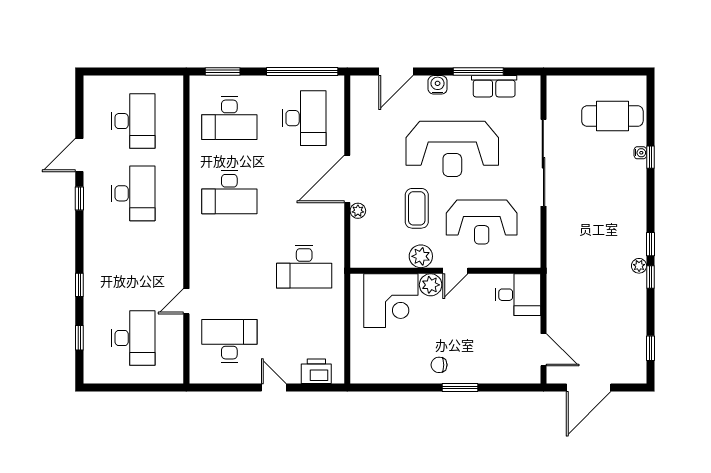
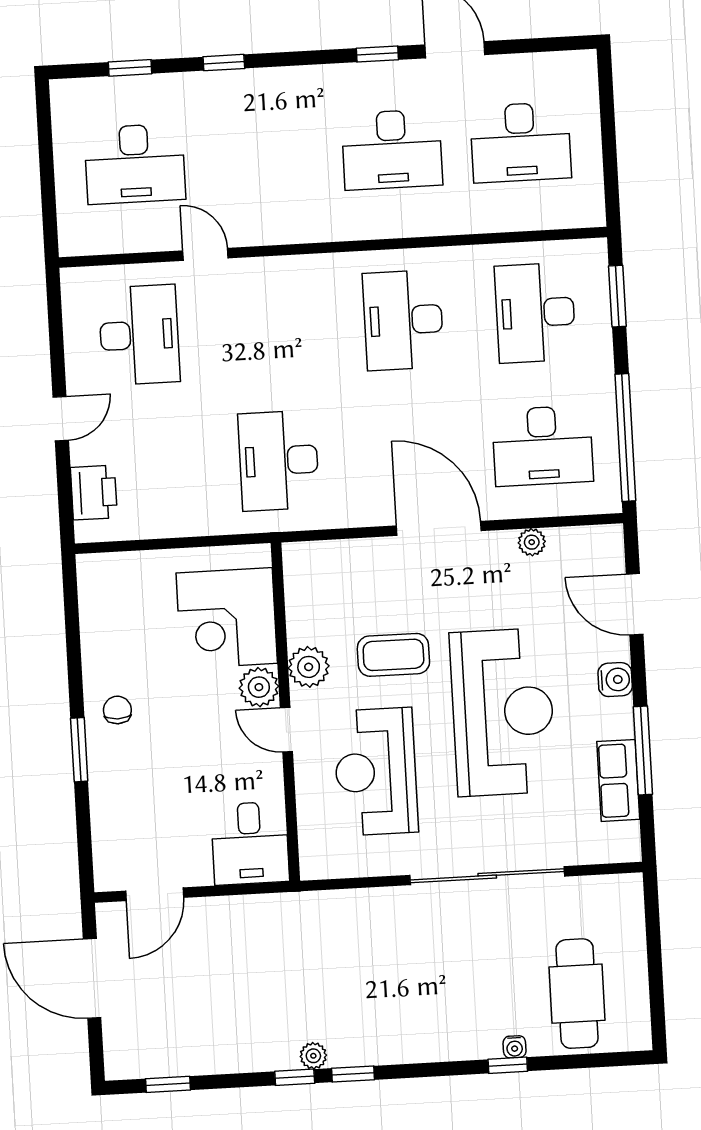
reception desk: (452, 149) -> (503, 712), turned 180
plant: (358, 211) -> (532, 542), moved

